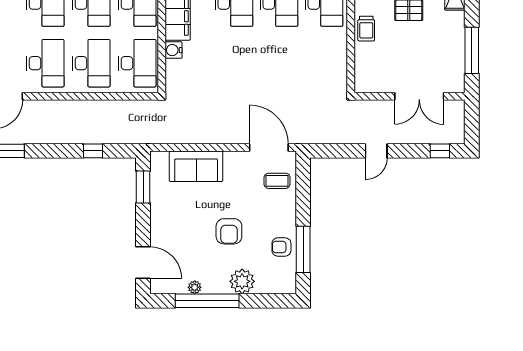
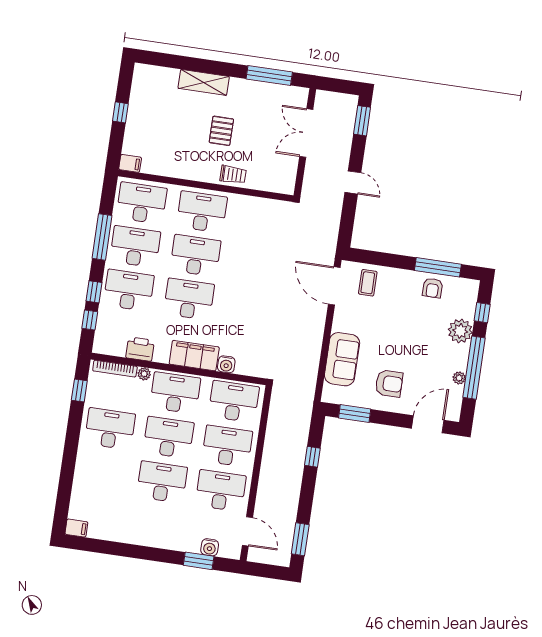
double door: (419, 96) -> (306, 133), swing flipped
door: (269, 147) -> (334, 286), hinge flipped
window: (440, 151) -> (362, 121), width x1.50
armchair: (229, 231) -> (389, 383), moved
window: (264, 301) -> (482, 313), added

